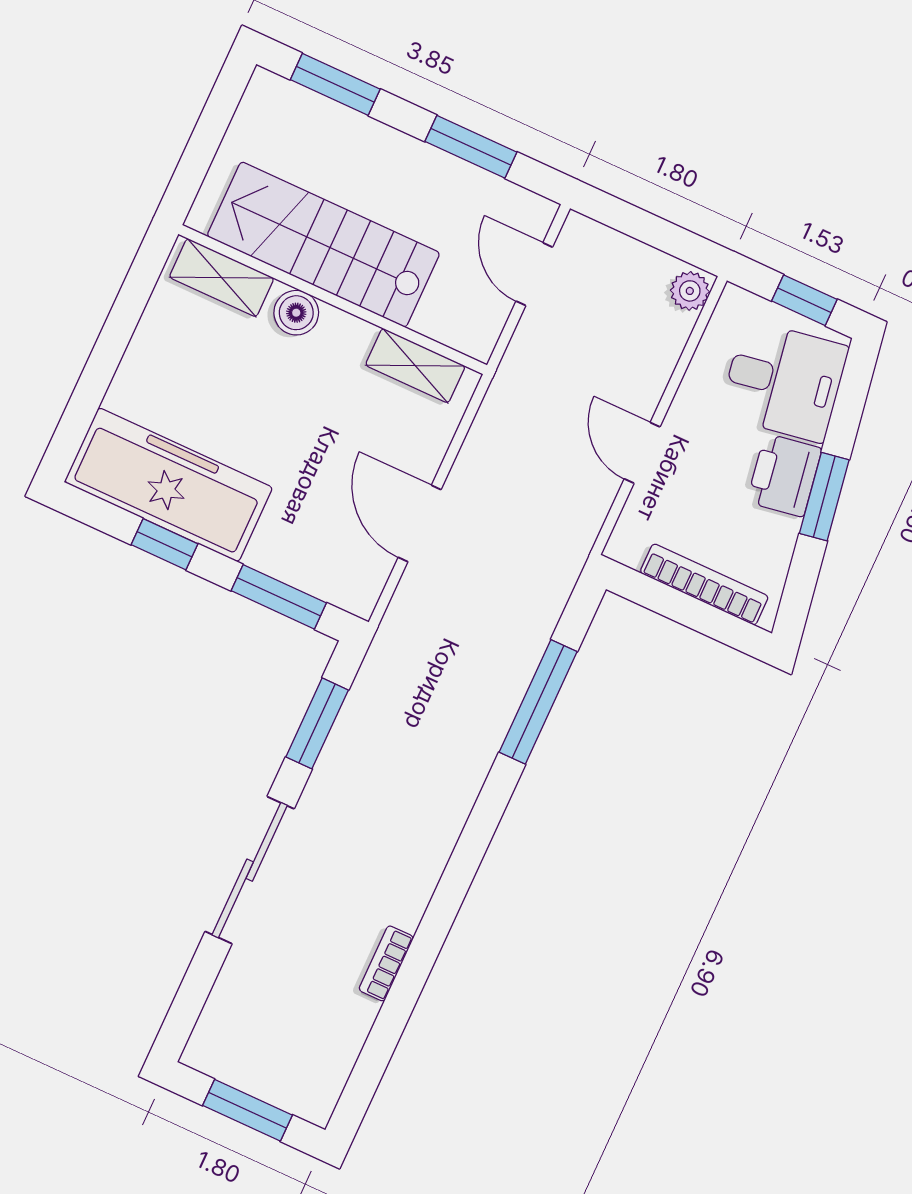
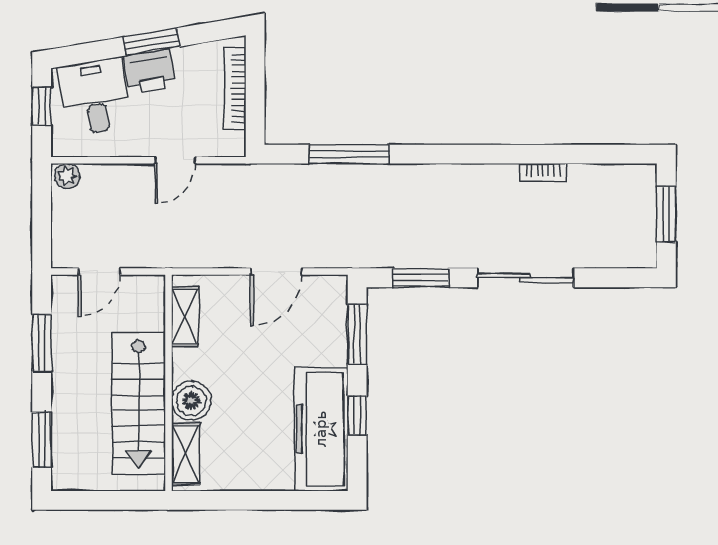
boiler: (296, 313) -> (191, 401), width x1.36, depth x1.36

